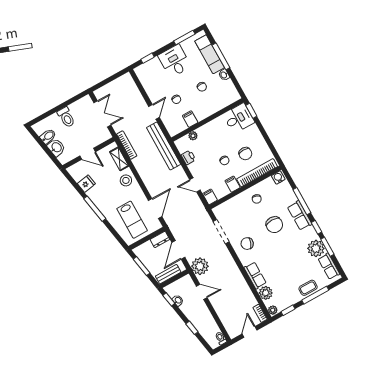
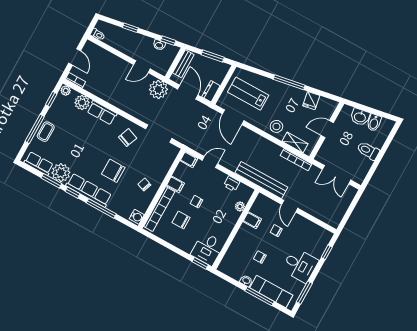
row of seats: (300, 215) -> (89, 190), width x1.48

